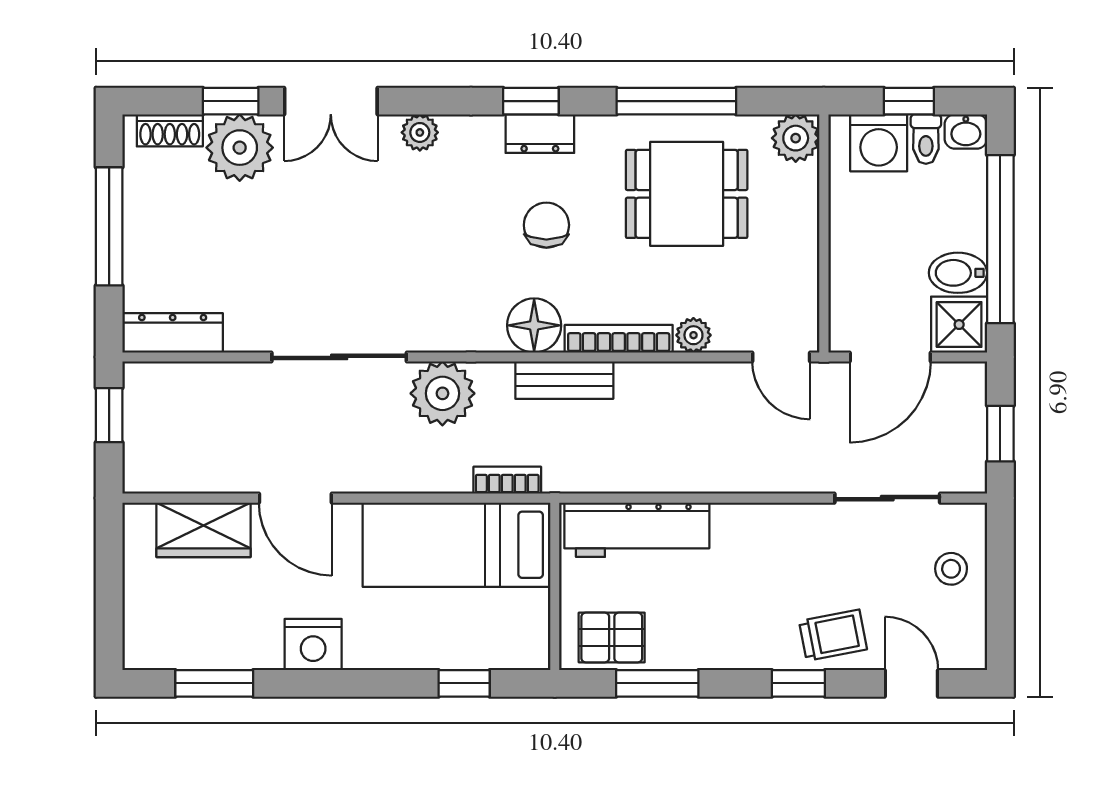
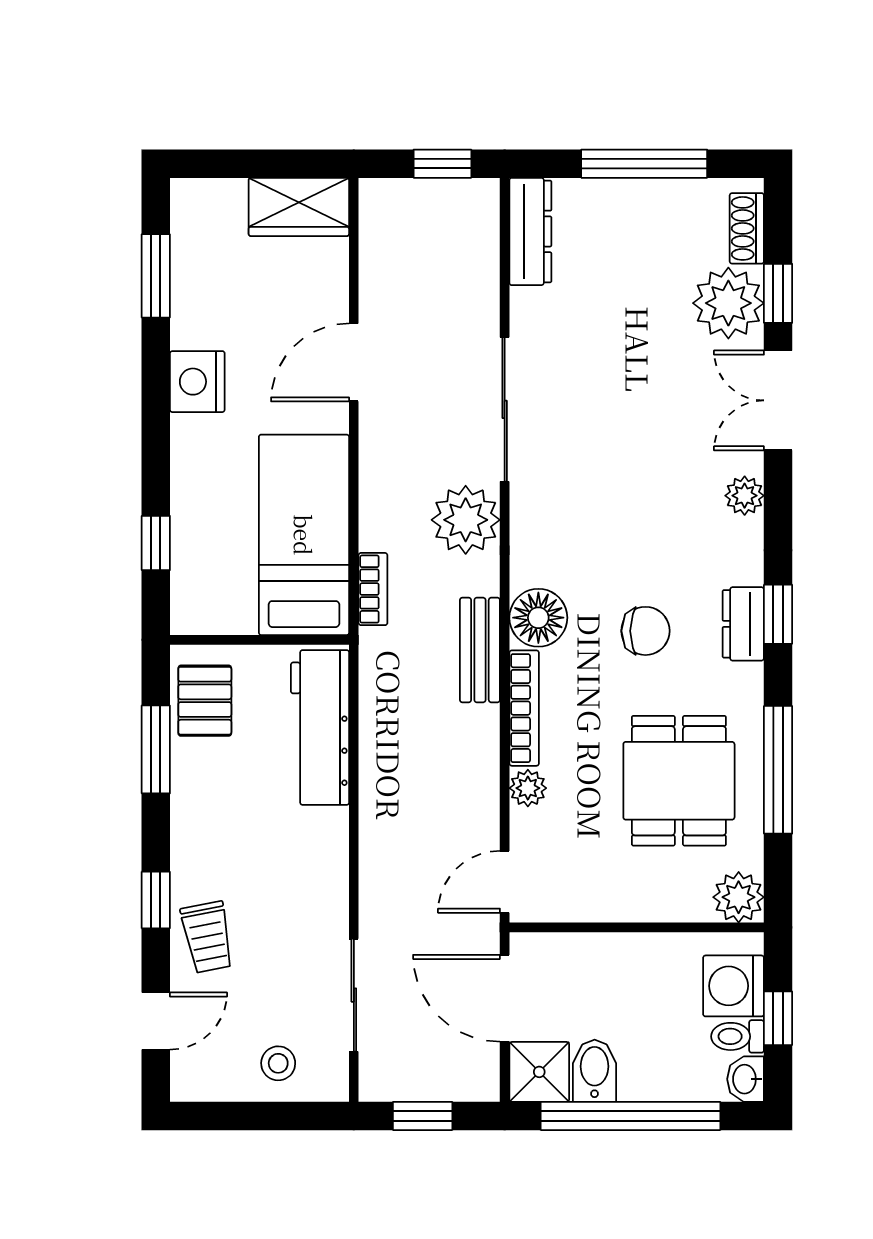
wardrobe: (203, 530) -> (299, 207), moved, turned -90

